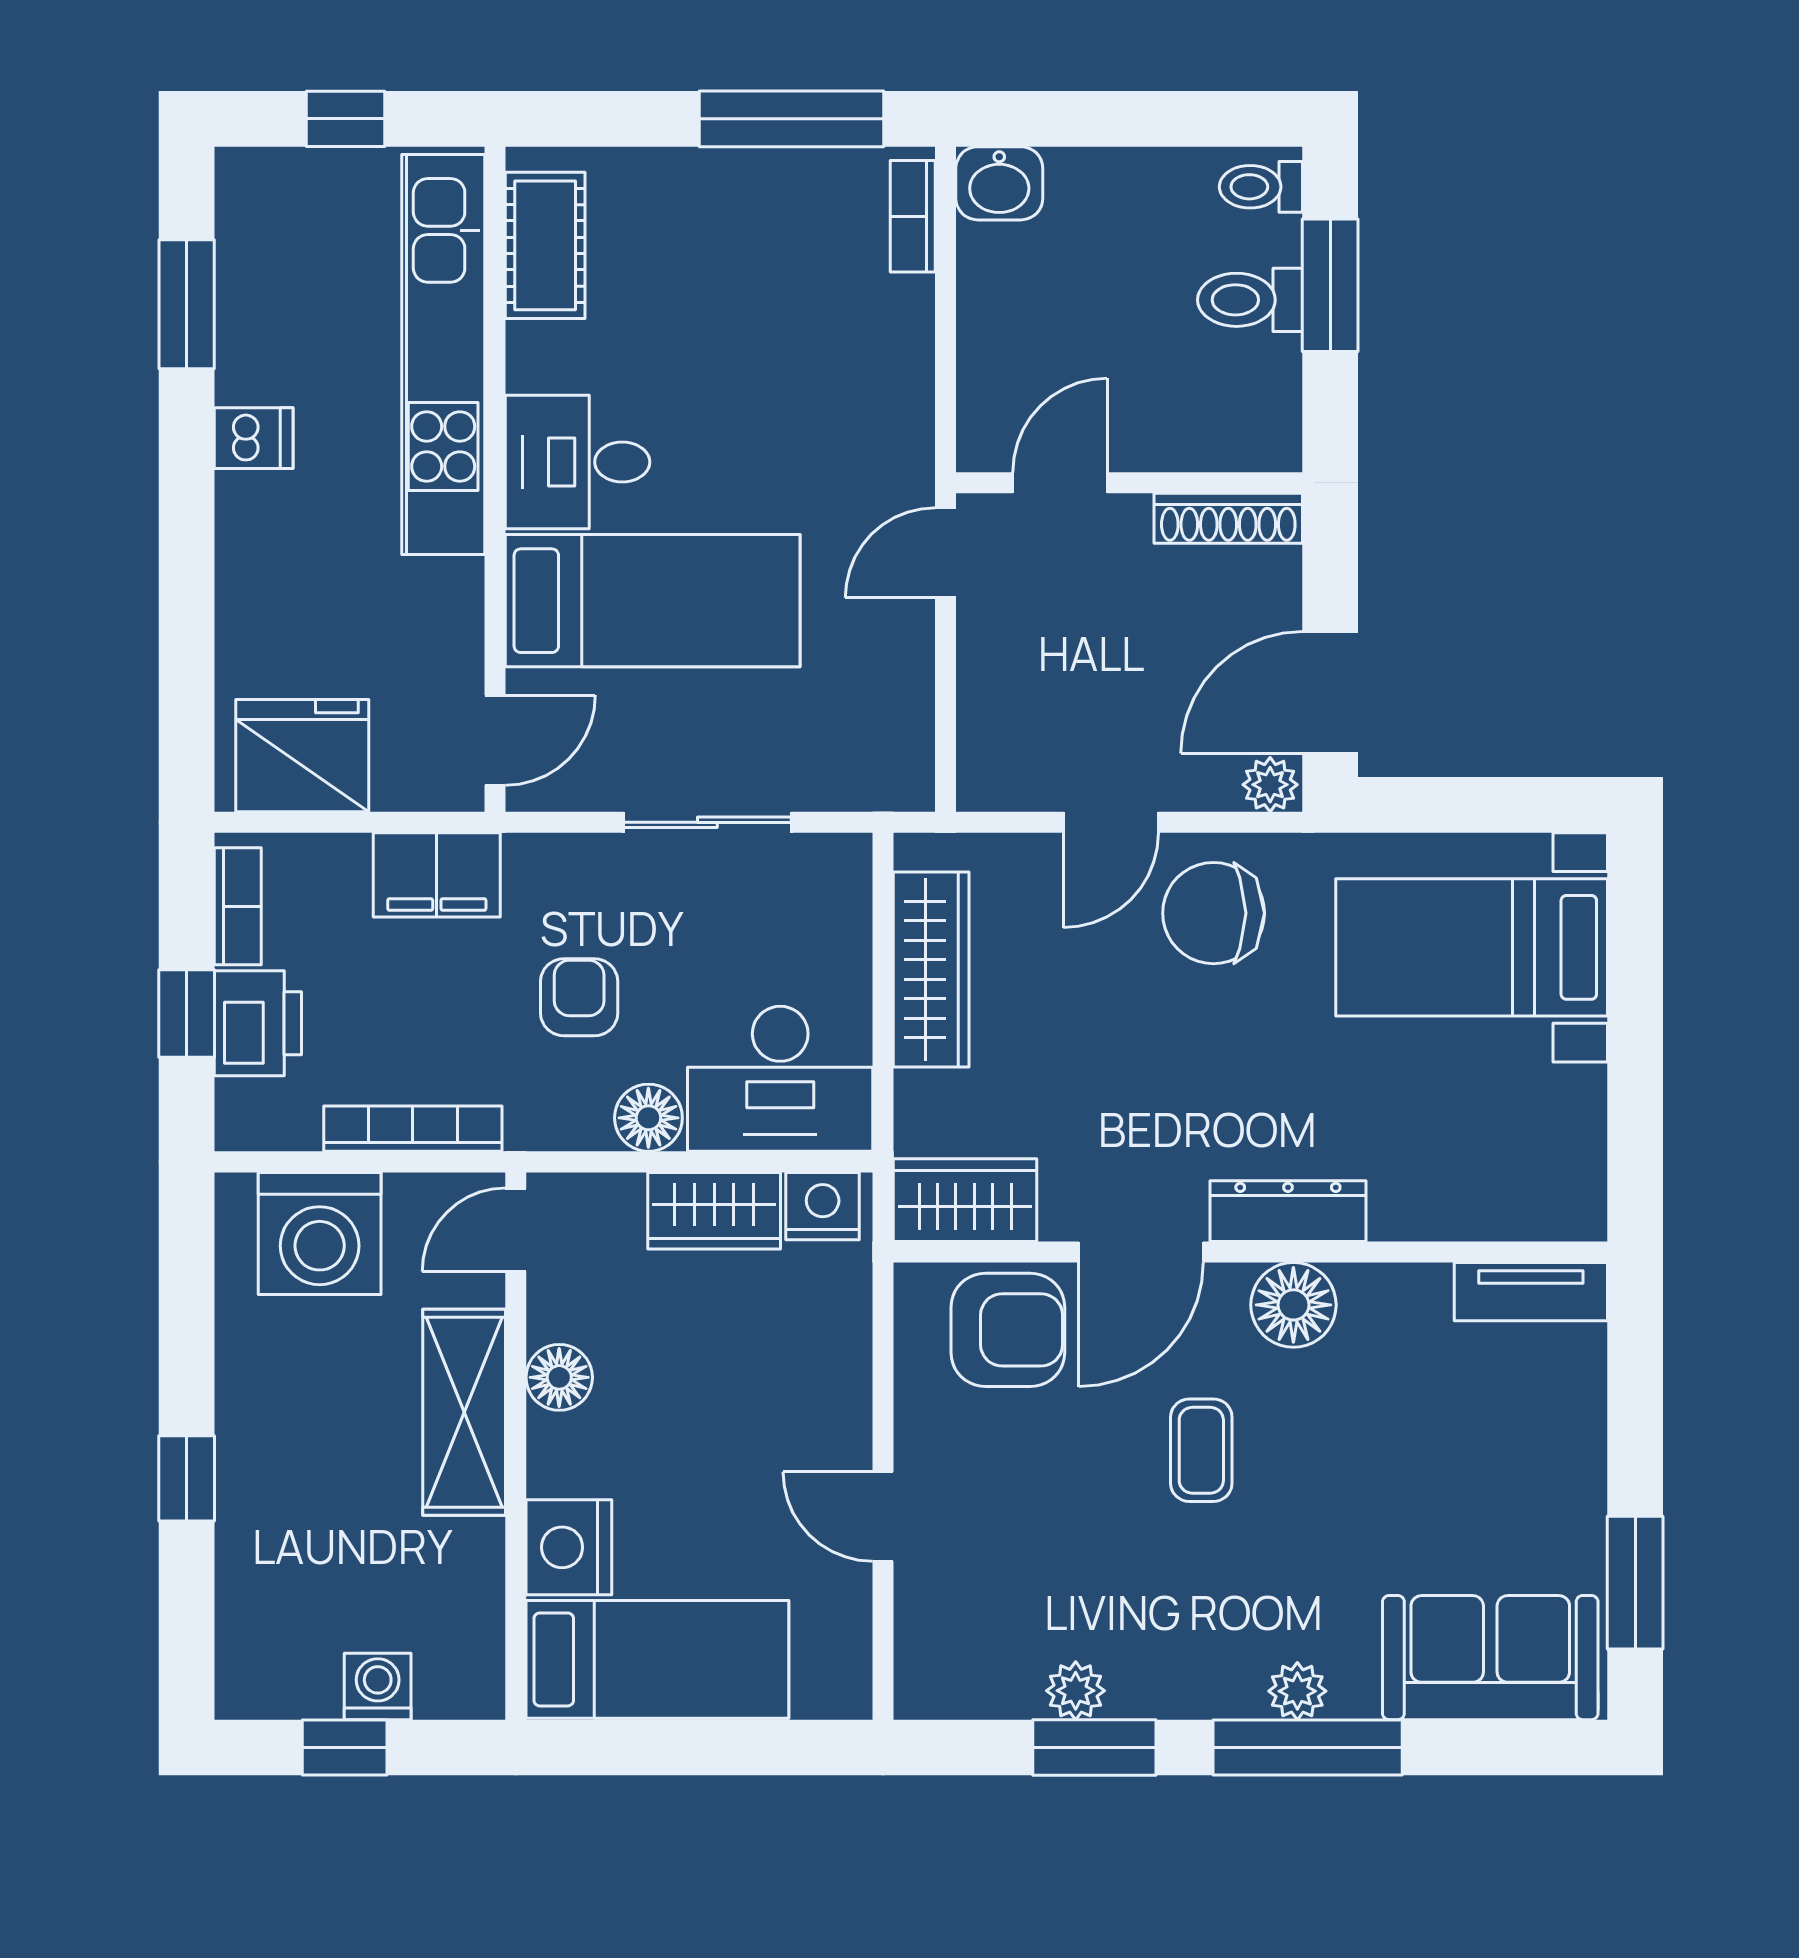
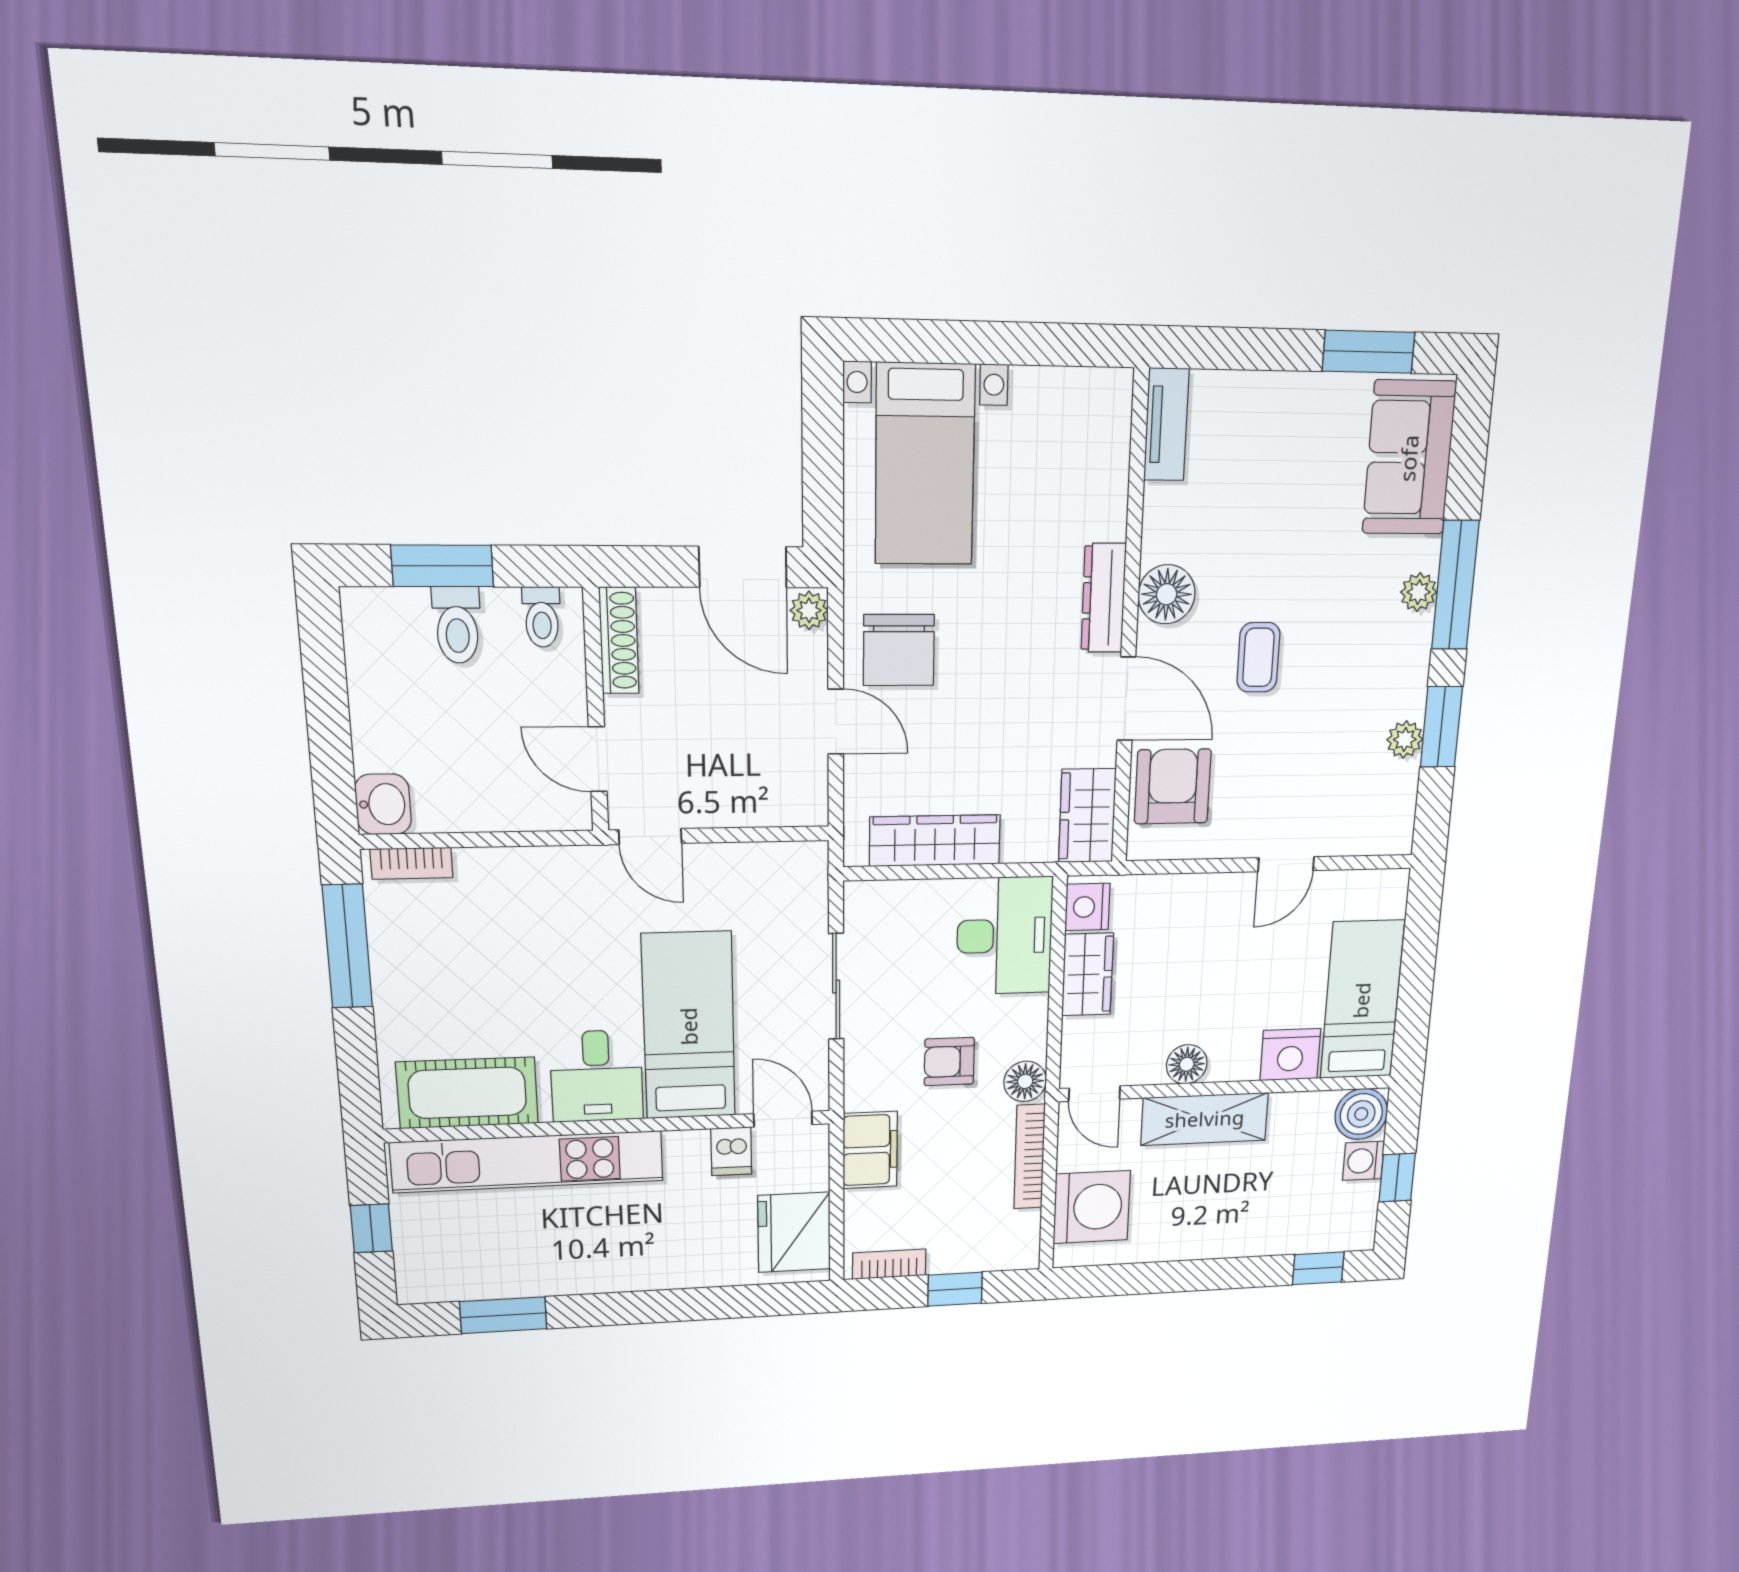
toilet: (1261, 187) -> (542, 617), moved
cot: (545, 245) -> (467, 1093), width x1.37, depth x1.34
dishwasher: (254, 438) -> (731, 1151), moved, turned 180
printer: (258, 1023) -> (962, 1249), removed
floor lamp: (648, 1118) -> (1025, 1081), moved
coffee table: (1201, 1450) -> (1258, 657), turned 90
window: (187, 1478) -> (1318, 1268), moved
boiler: (461, 1675) -> (1361, 1114), added

